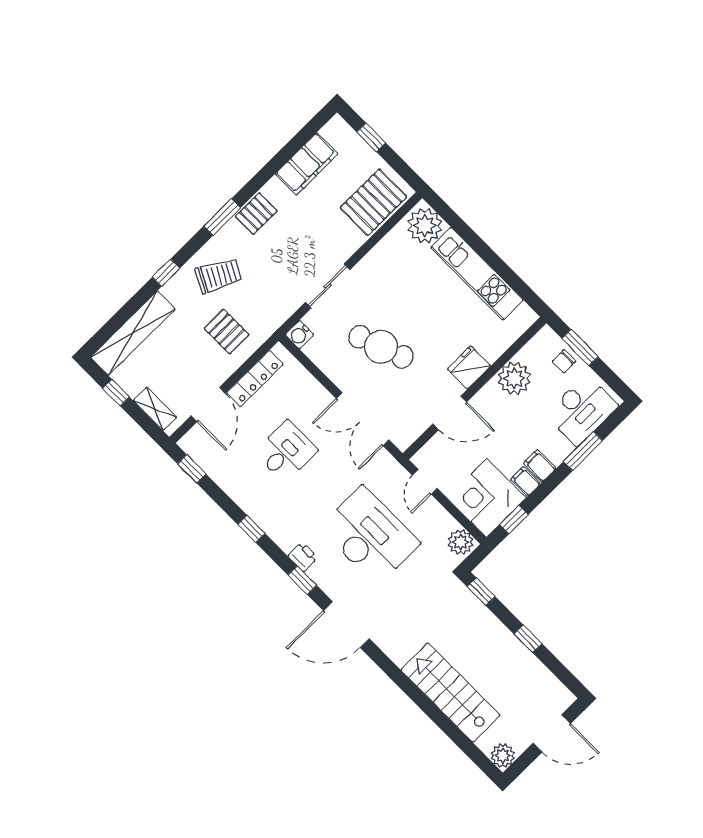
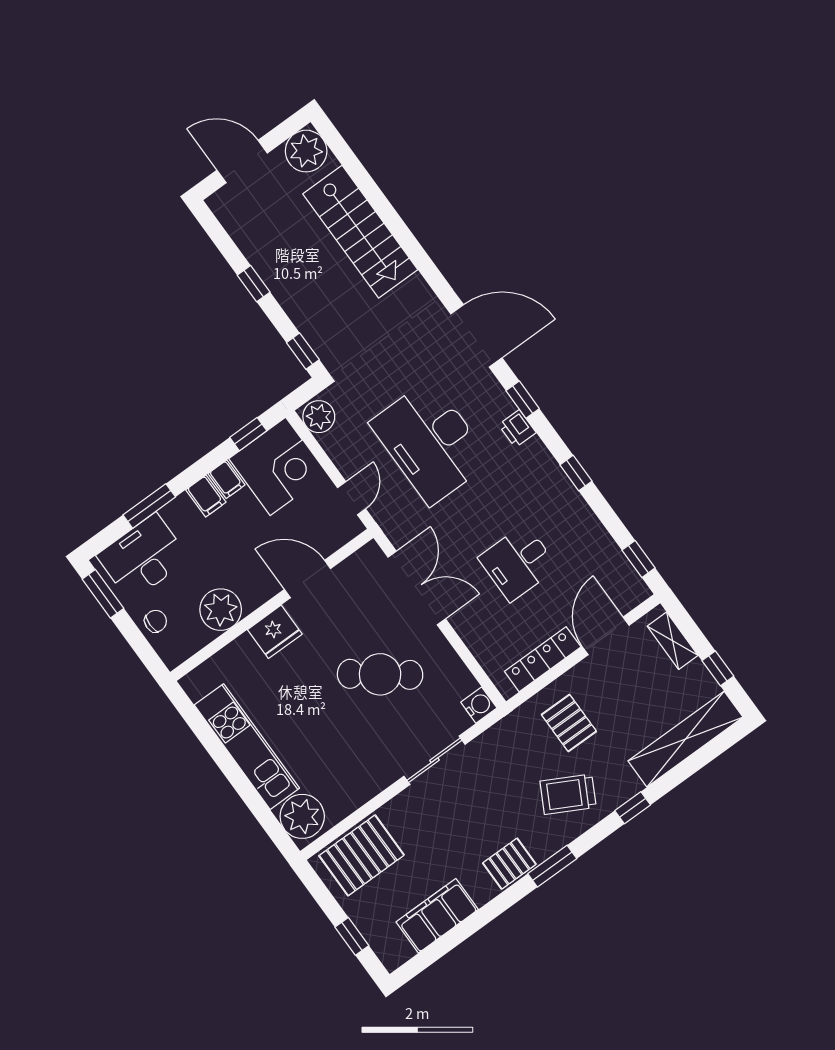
cafe table: (381, 347) -> (380, 674), turned -33
window: (580, 348) -> (103, 594), moved
plant: (503, 756) -> (306, 151), width x1.36, depth x1.36

